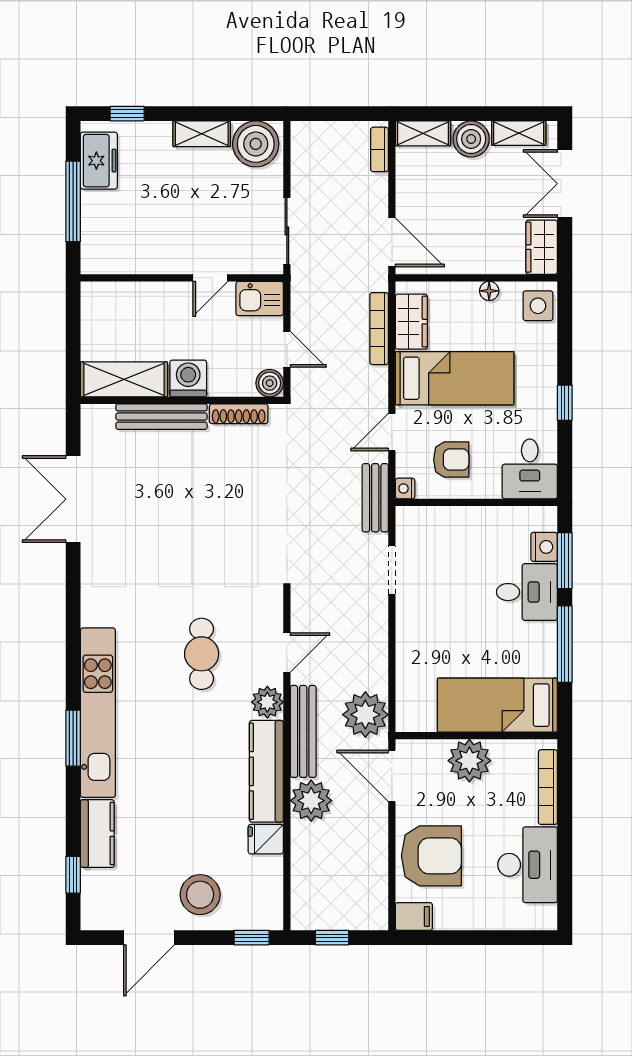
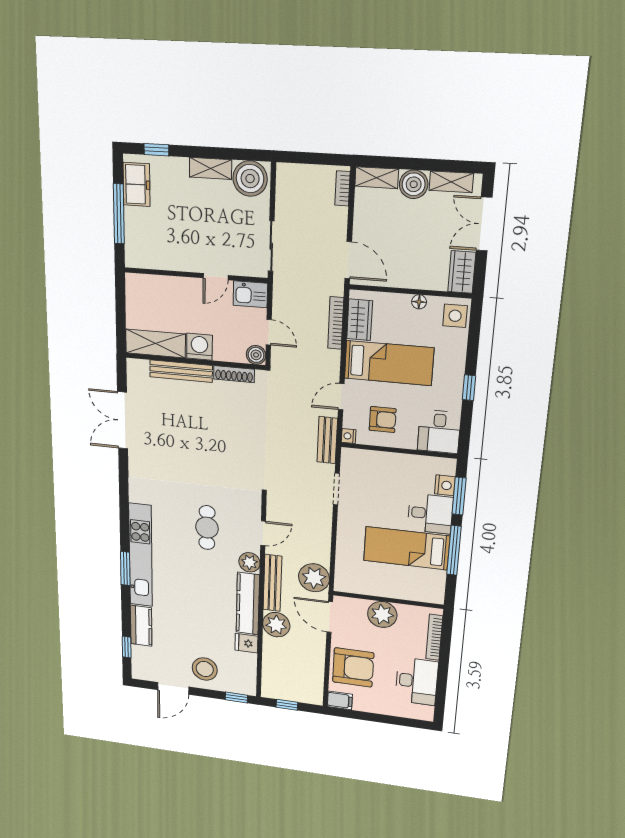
bed: (497, 705) -> (406, 548), moved

